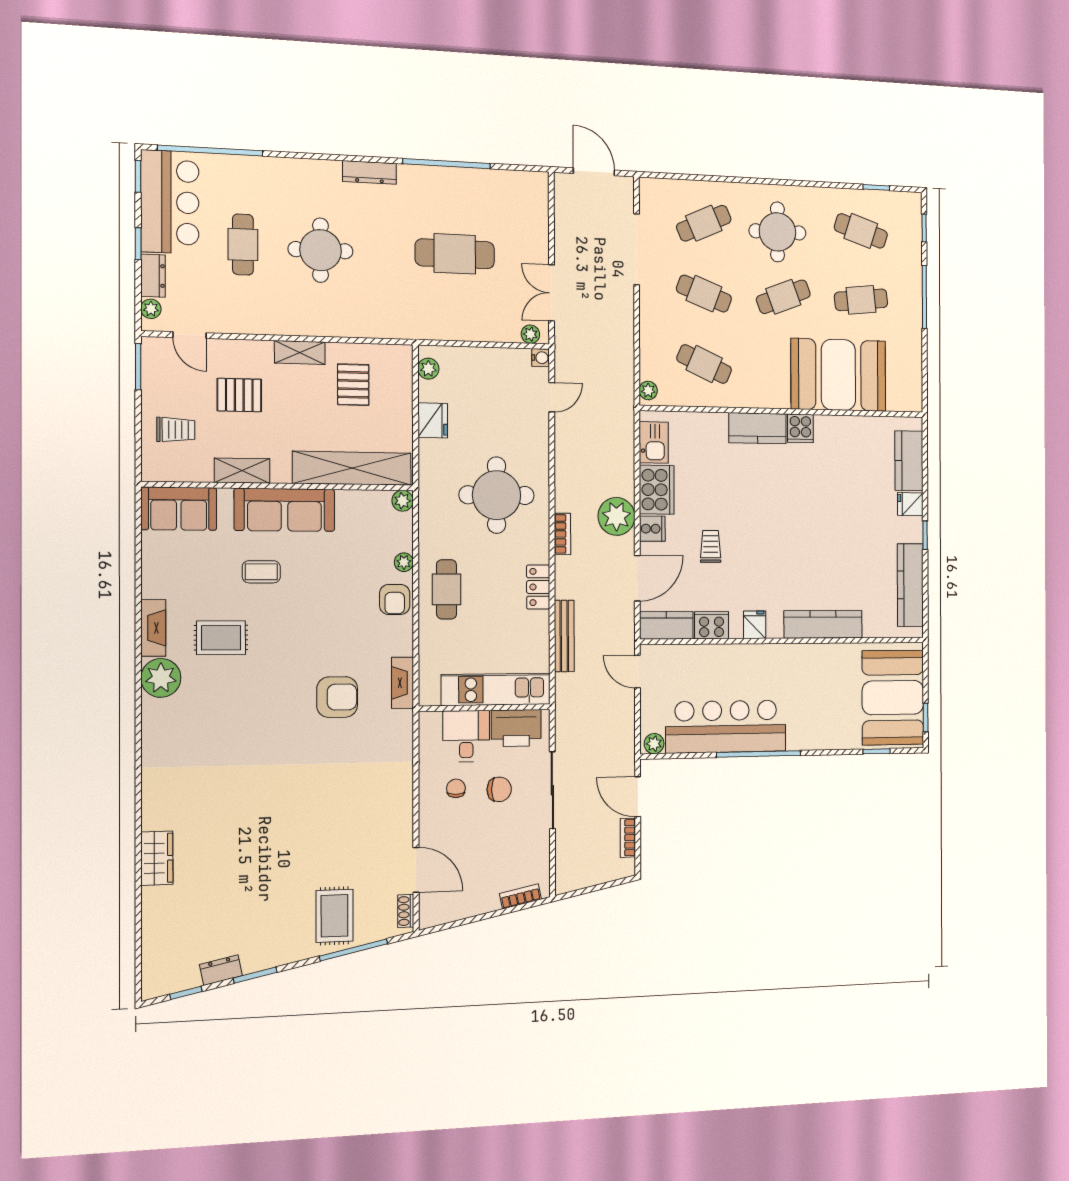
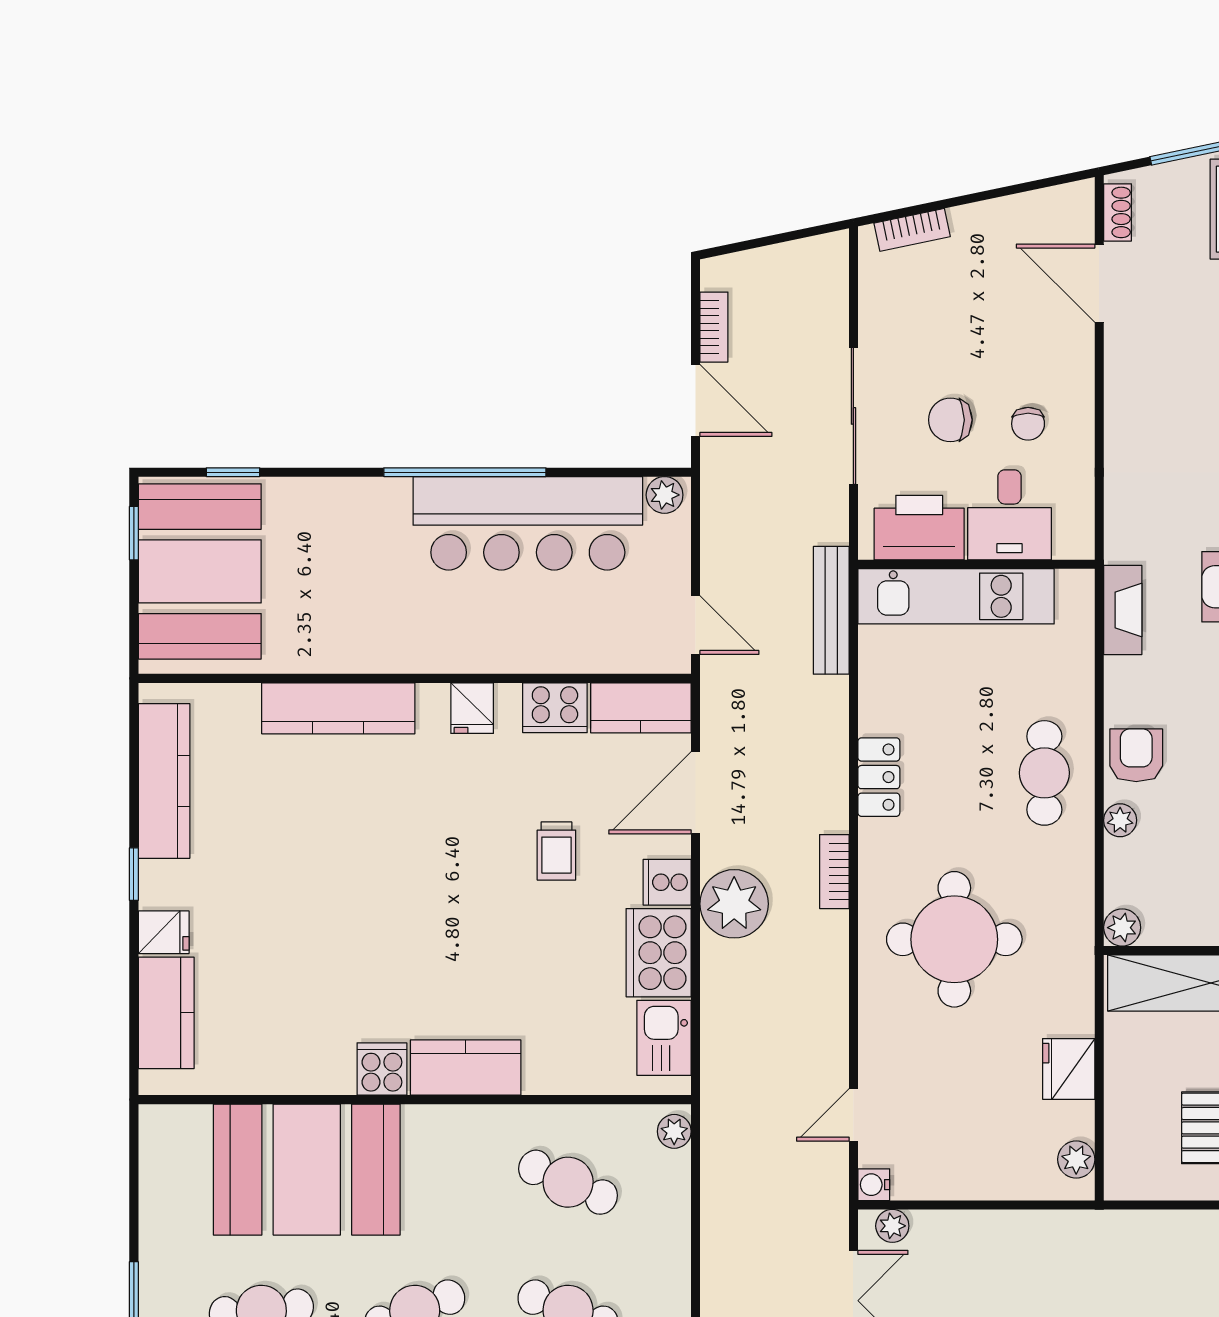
bench: (564, 636) -> (831, 610), moved

